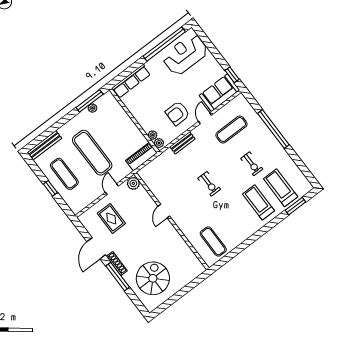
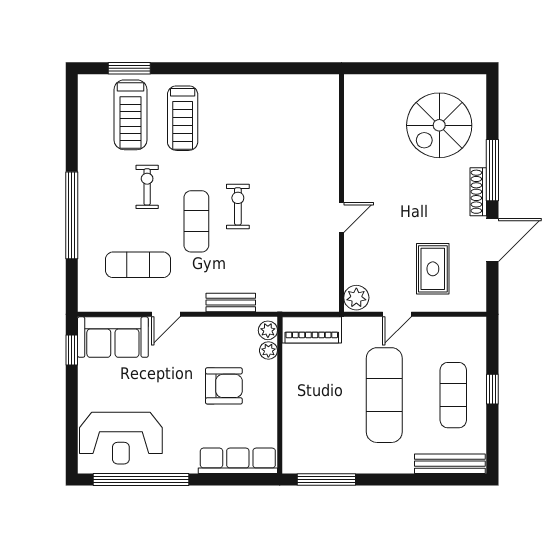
plant: (92, 108) -> (330, 465), removed
armchair: (178, 113) -> (224, 386), moved
exercise mat: (213, 242) -> (196, 221), moved

